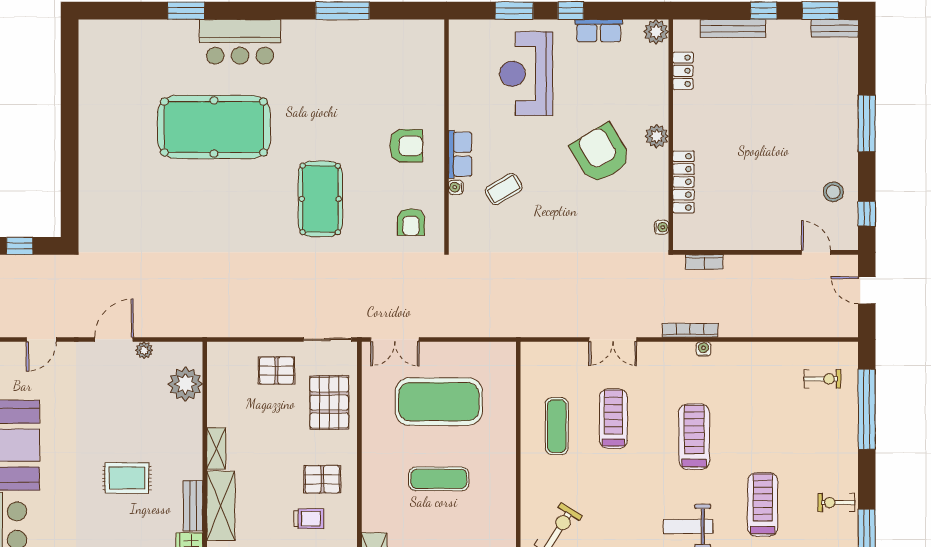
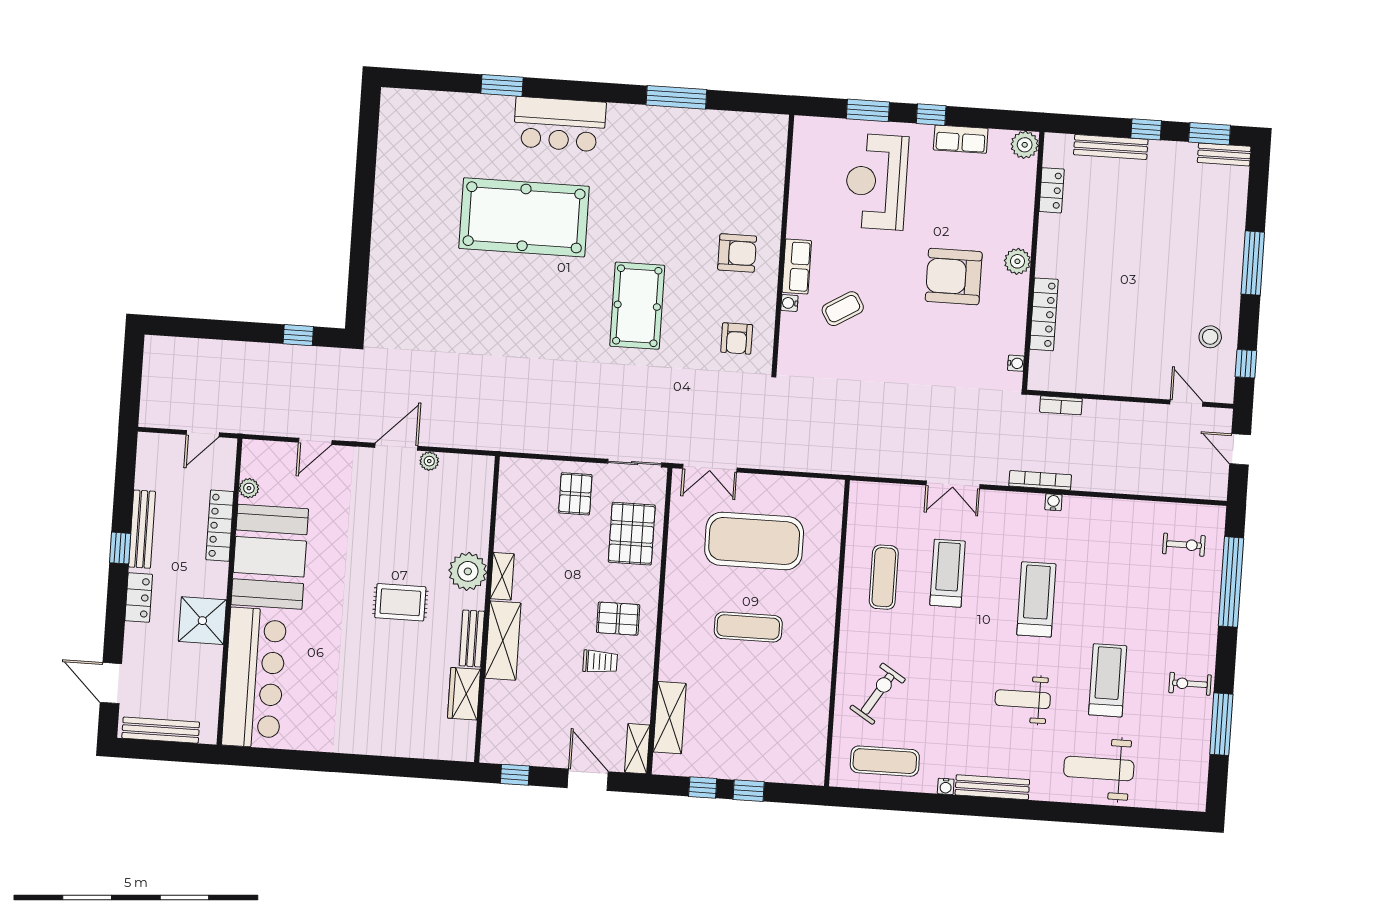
armchair: (601, 154) -> (954, 277), turned -59
pallet: (277, 370) -> (575, 494), turned 90
plant: (185, 384) -> (468, 571), moved

